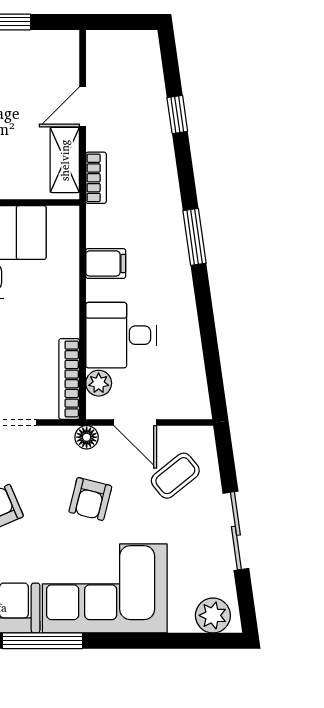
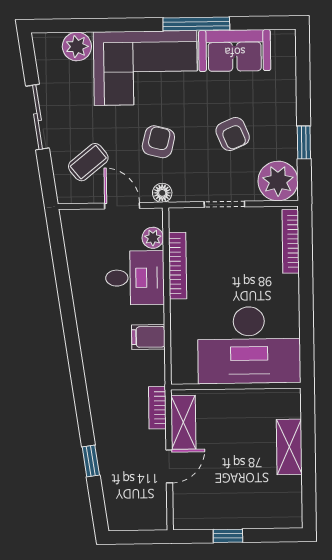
window: (195, 237) -> (75, 360), removed
bookcase: (69, 379) -> (178, 266), moved
plant: (213, 615) -> (77, 47), moved

